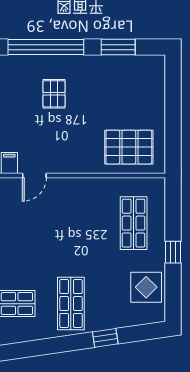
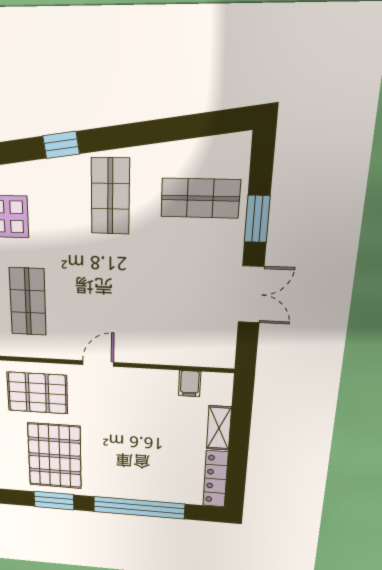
pallet: (54, 94) -> (55, 456), moved, width x2.05, depth x2.00
door: (34, 175) -> (98, 363), moved

